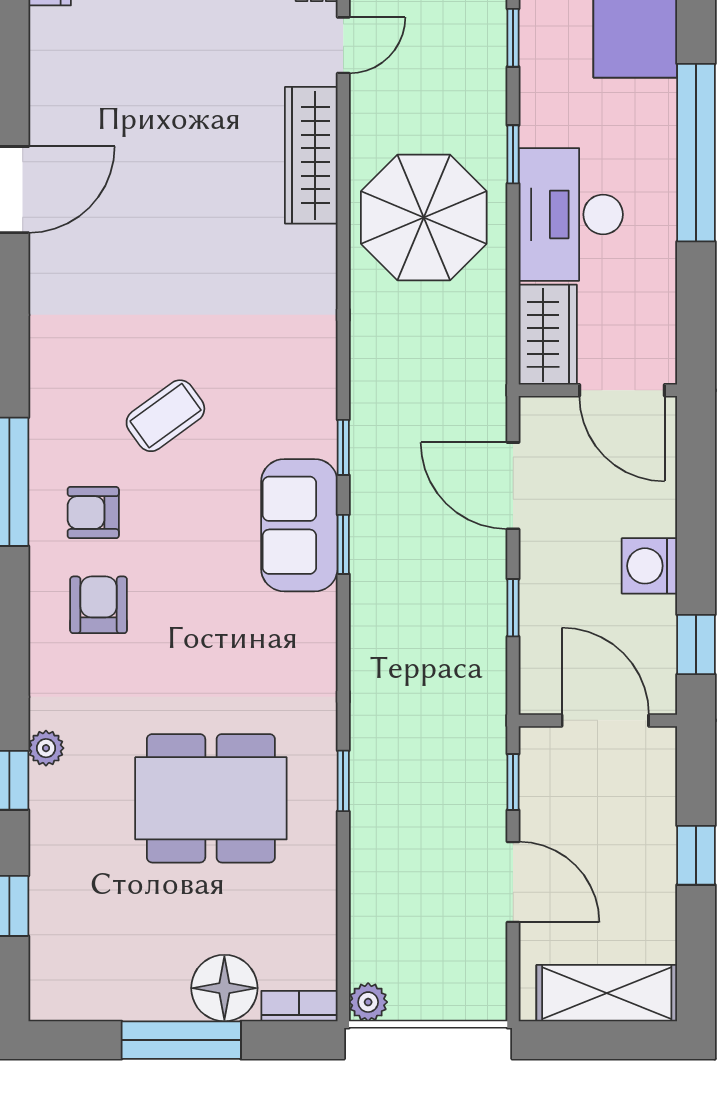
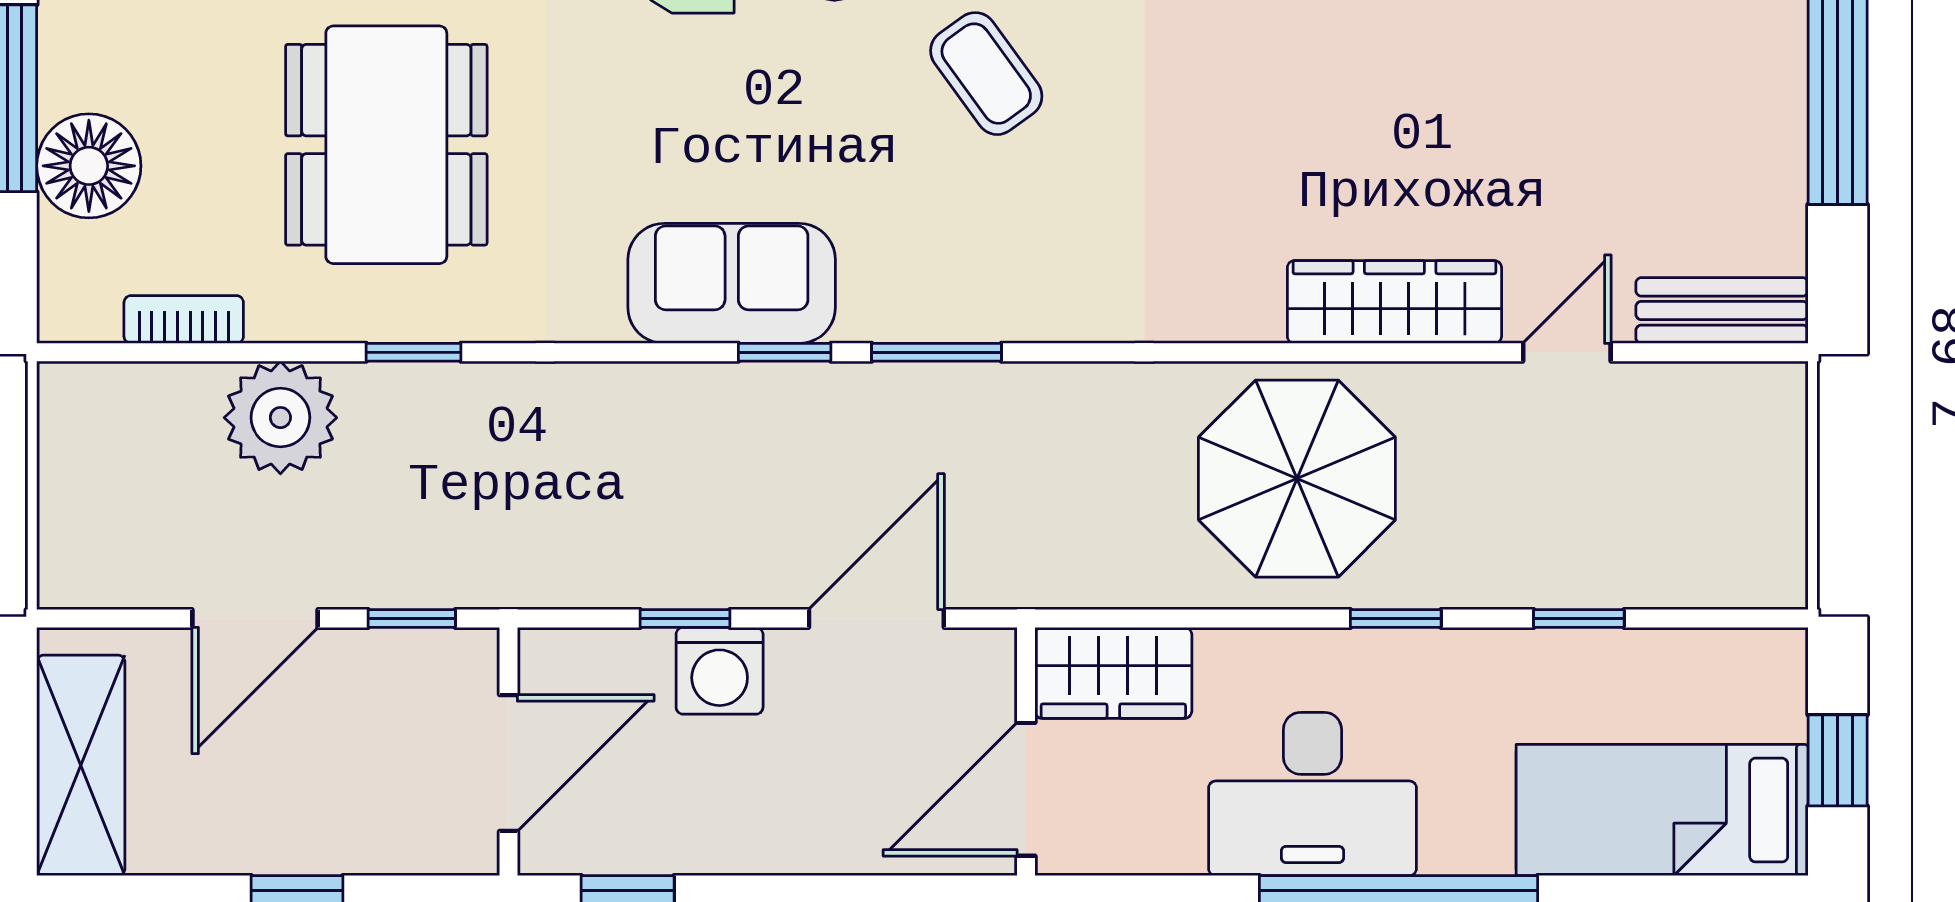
door: (343, 45) -> (1567, 352), swing flipped
desk: (571, 214) -> (1312, 794), moved, turned 180
window: (343, 447) -> (937, 352), width x1.50
sofa: (299, 525) -> (732, 283), moved
washing machine: (649, 566) -> (720, 671), moved, turned 180
plant: (368, 1002) -> (280, 418), moved, width x1.88, depth x1.88
bookcase: (299, 1006) -> (184, 320), moved, turned -90

